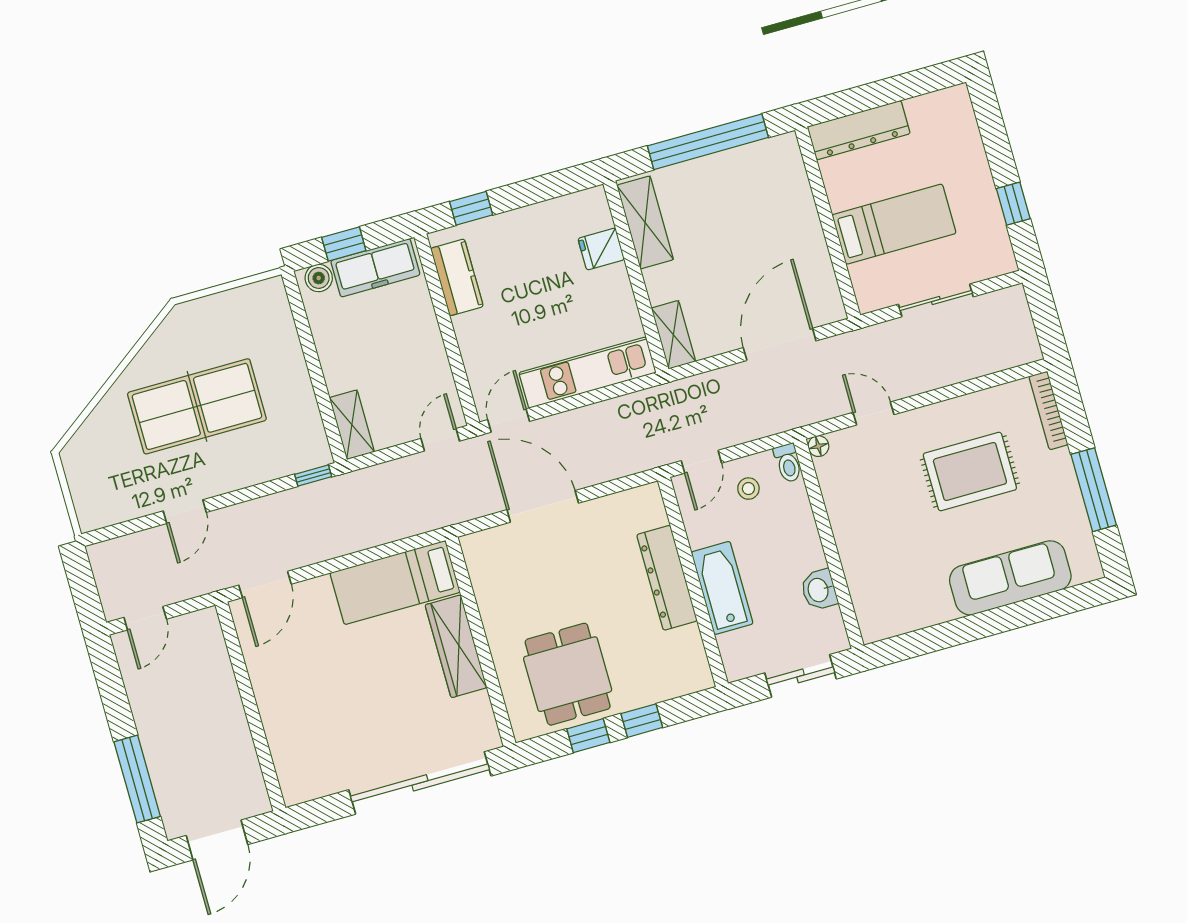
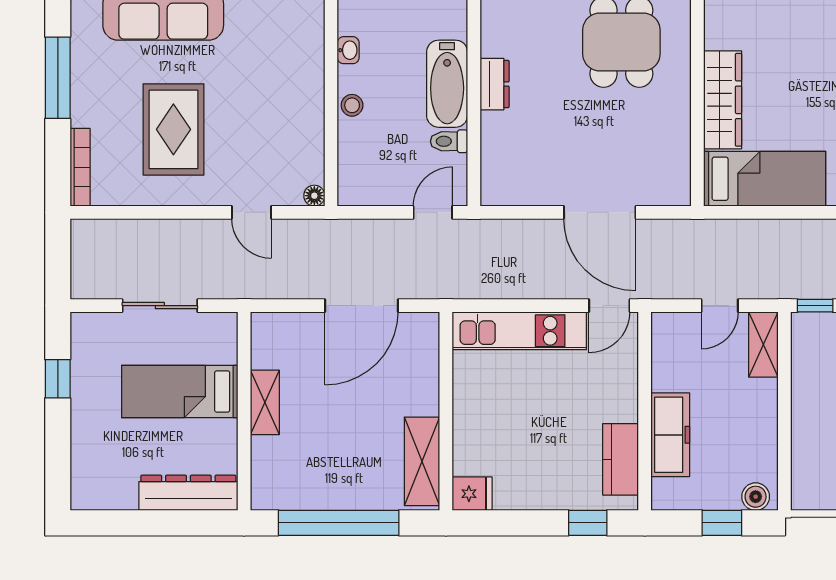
fridge: (601, 249) -> (472, 494), moved
freezer: (375, 268) -> (670, 435), moved, turned 90
shelving: (673, 335) -> (265, 402), moved
door: (780, 344) -> (361, 306), moved
door: (440, 440) -> (720, 306), moved
toilet: (788, 463) -> (449, 141), moved, turned -90
rug: (970, 471) -> (173, 129), turned 90
stool: (748, 489) -> (352, 105), moved
dresser: (667, 578) -> (495, 84), width x0.51, depth x0.80
washbasin: (819, 590) -> (348, 50), width x0.72, depth x0.69

